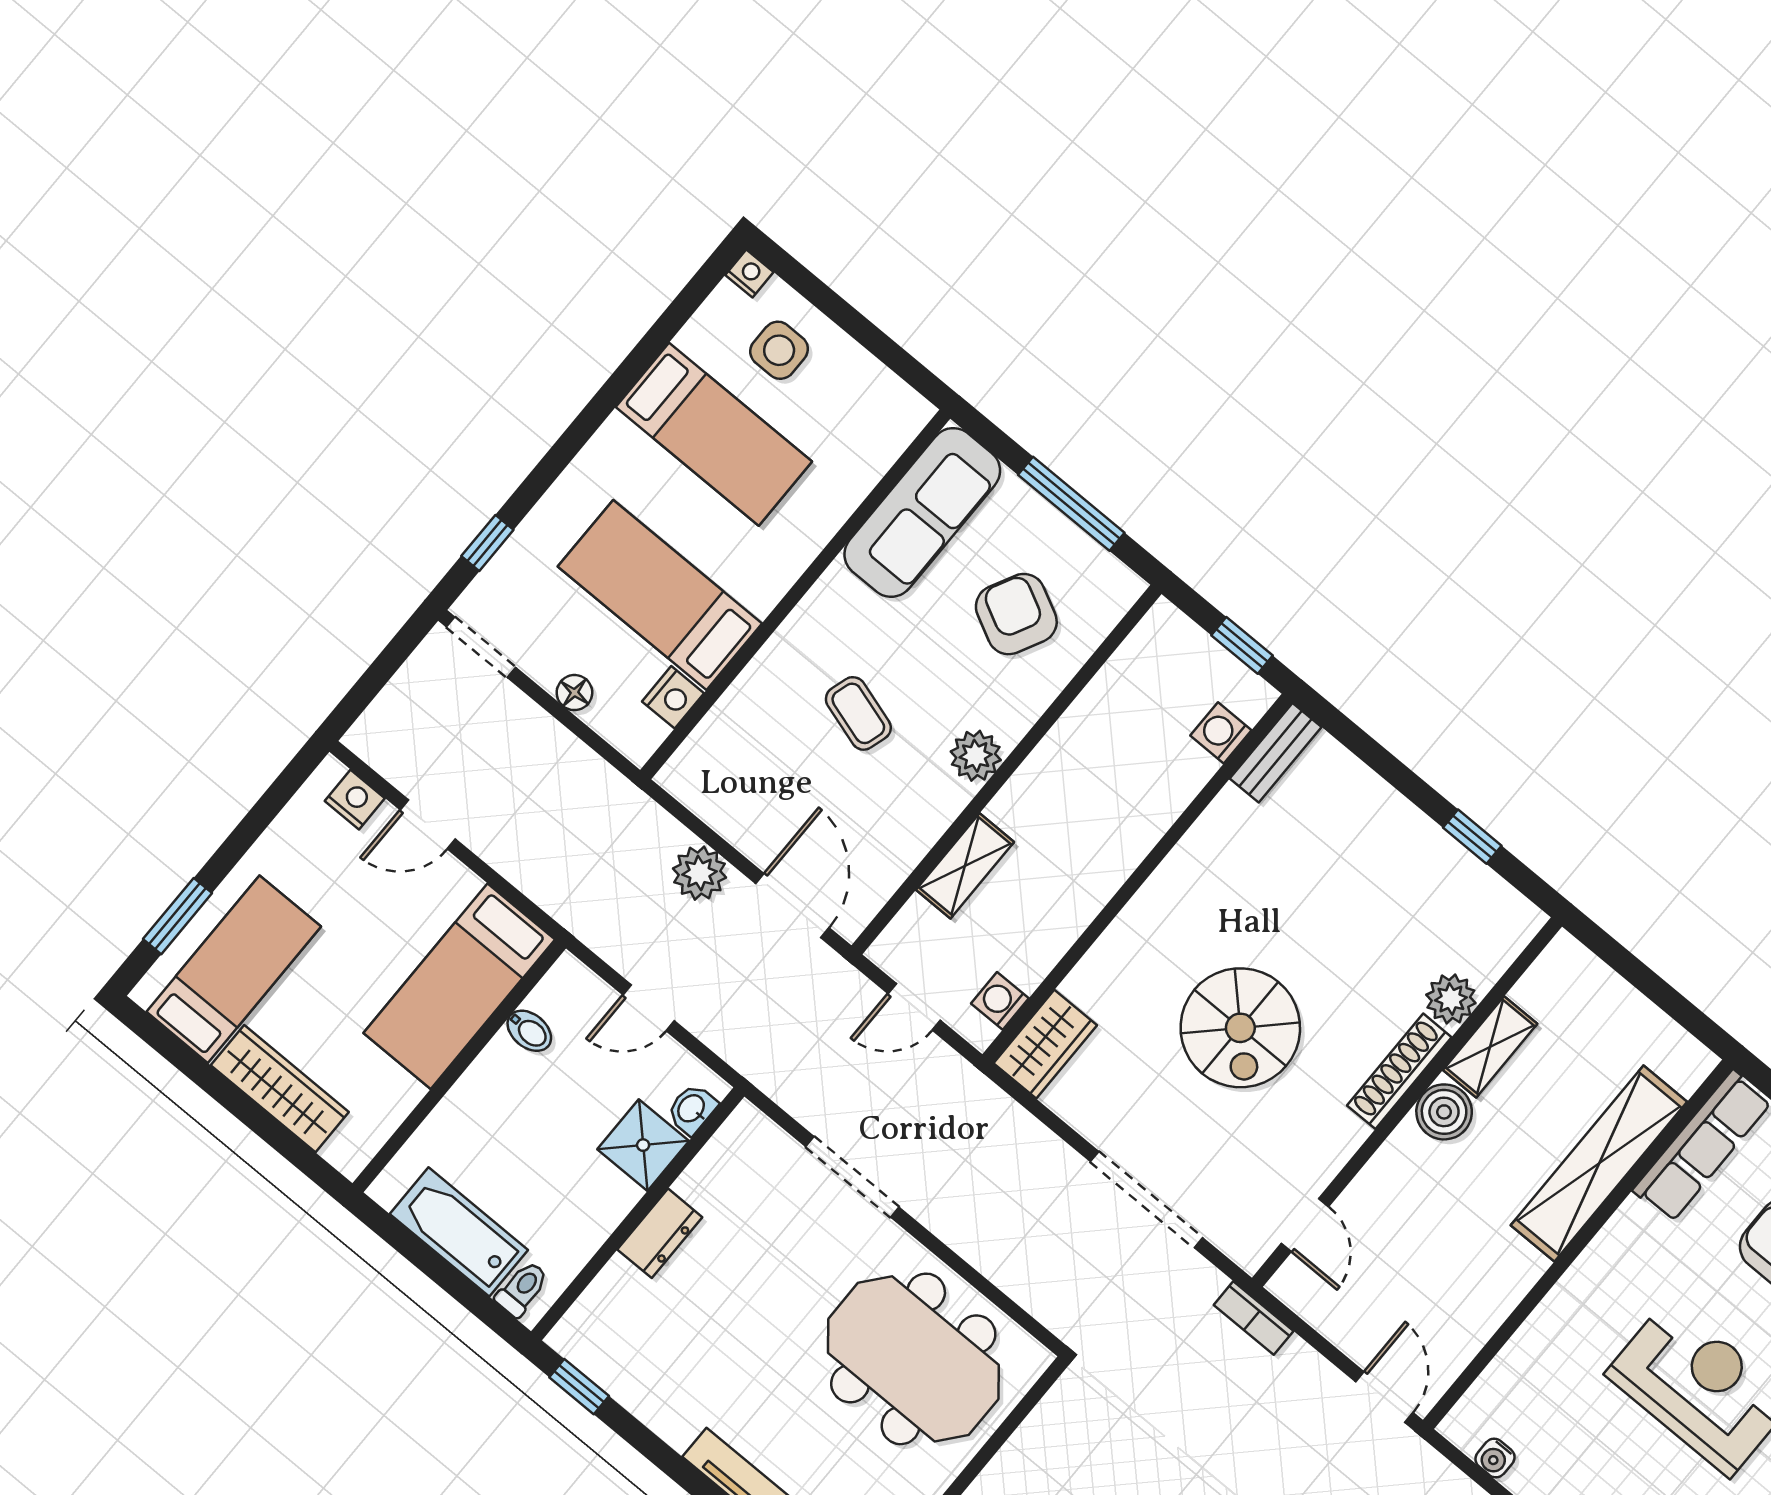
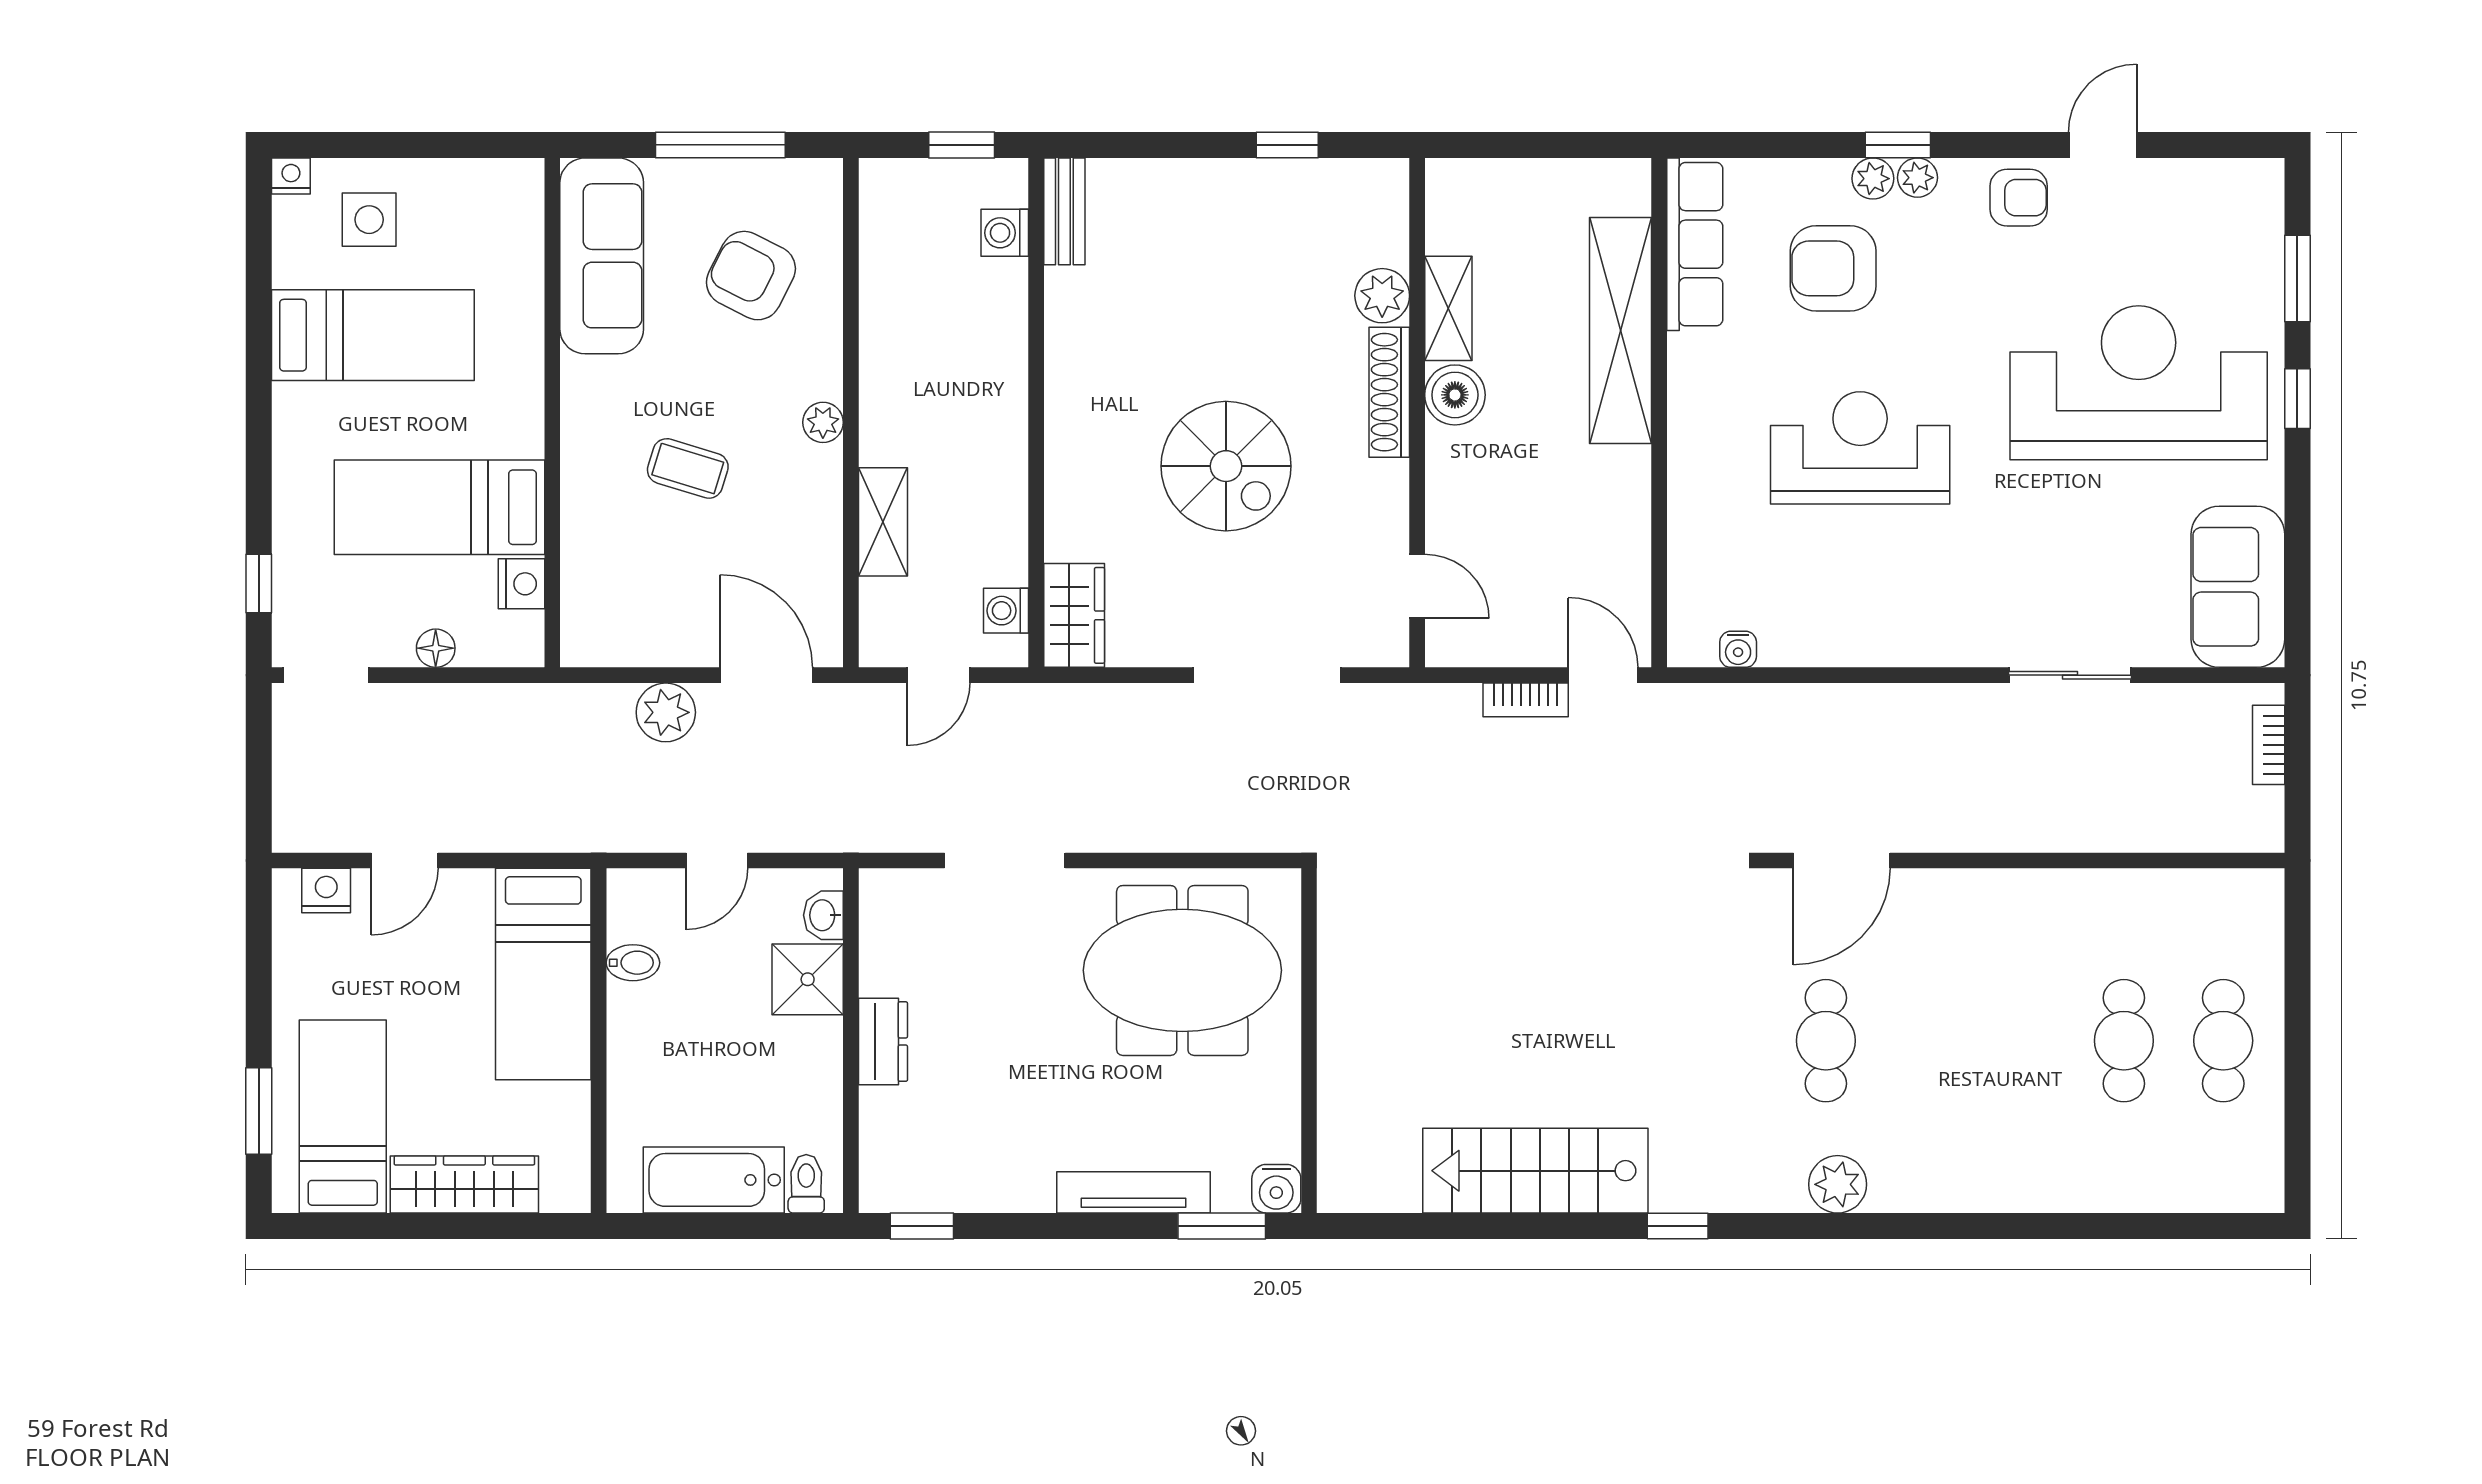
plant: (976, 756) -> (823, 422), width x0.73, depth x0.73
bookcase: (1254, 1318) -> (1526, 700), moved

